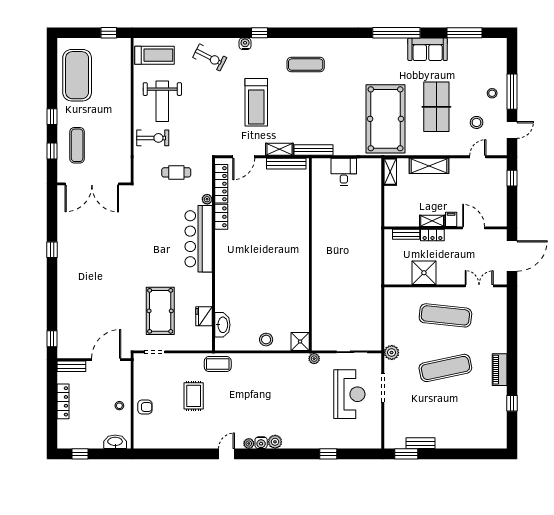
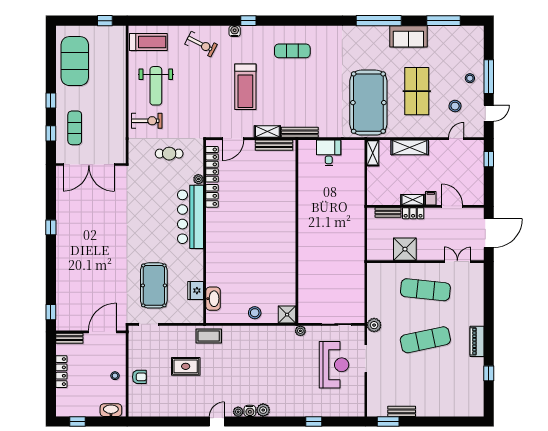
rug: (194, 396) -> (186, 366), turned 90

